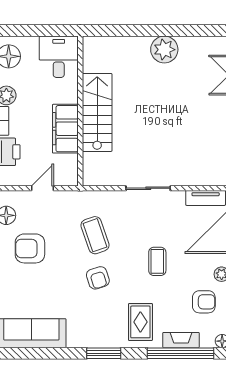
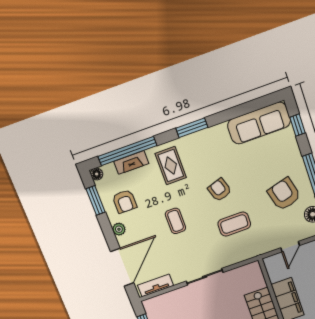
coffee table: (95, 235) -> (234, 224), turned -71
armchair: (30, 248) -> (284, 194), turned -105
armchair: (204, 302) -> (125, 201), turned -90

